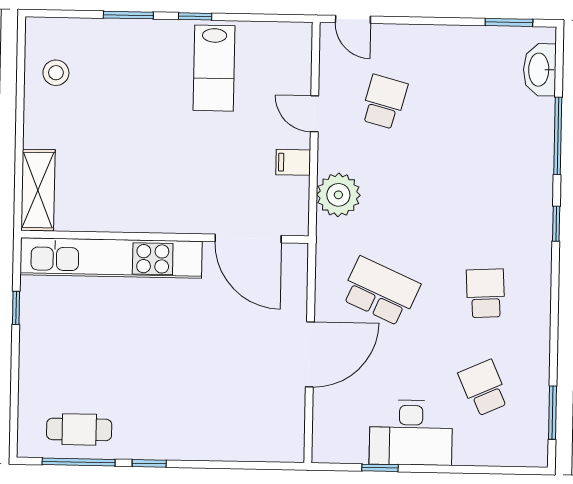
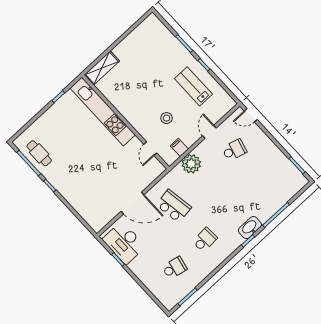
door: (353, 19) -> (251, 115), hinge flipped
lab bench: (214, 68) -> (193, 86), turned 90
washbasin: (540, 70) -> (250, 228), moved
stool: (56, 73) -> (167, 118), moved
filing cabinet: (293, 162) -> (179, 147), moved
door: (248, 238) -> (150, 149), width x0.53
school desk: (380, 291) -> (174, 206), turned -33
school desk: (484, 388) -> (174, 268), turned 36
desk: (411, 433) -> (124, 243), moved

